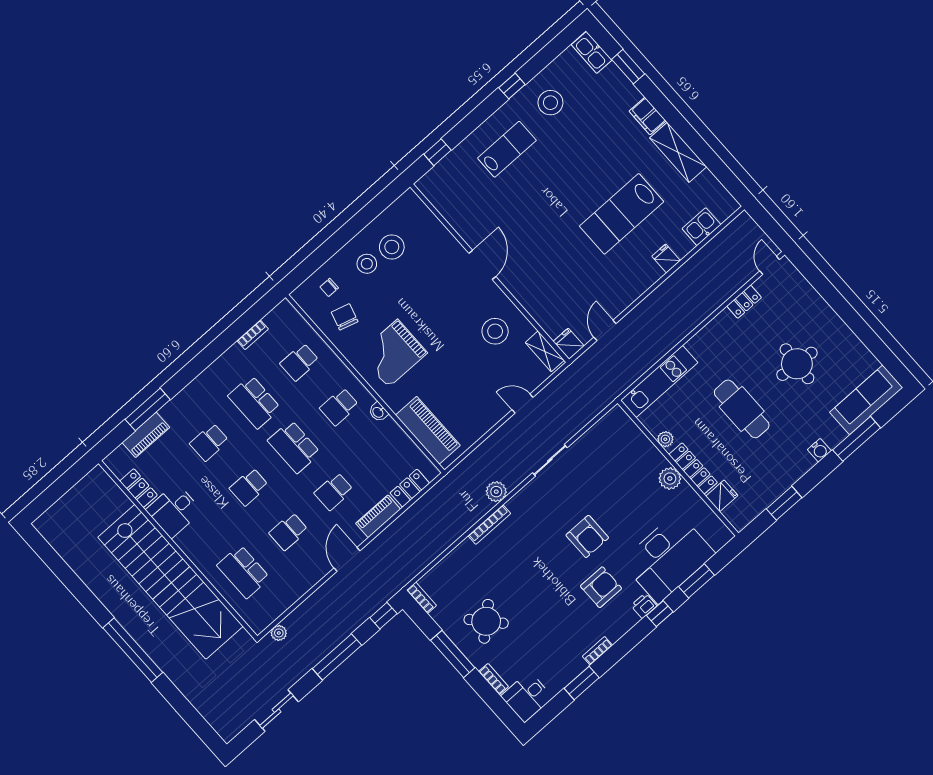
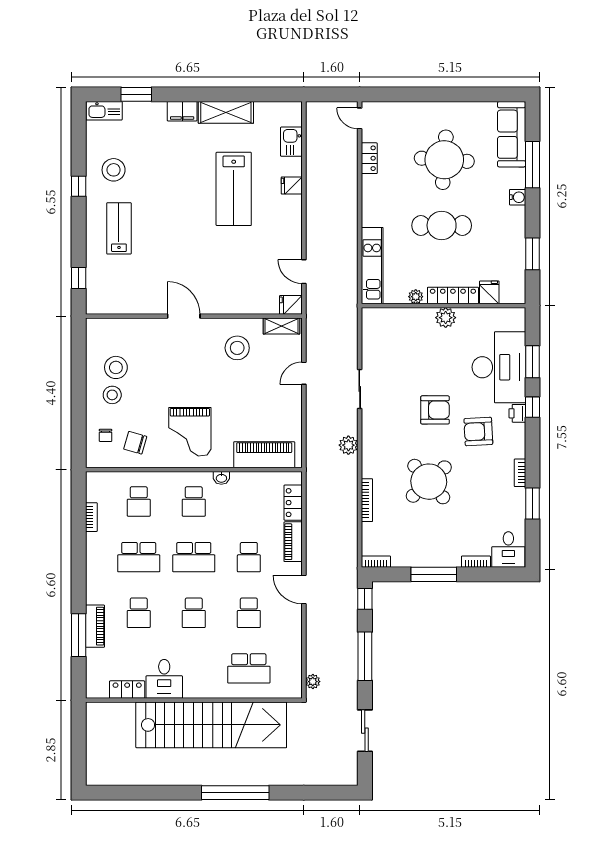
round table: (797, 364) -> (444, 160), width x1.36, depth x1.36
piano: (146, 435) -> (95, 626), moved
bookcase: (489, 525) -> (367, 500), moved
armchair: (601, 587) -> (478, 432), turned -93
round table: (486, 621) -> (429, 482), moved, width x1.36, depth x1.36

